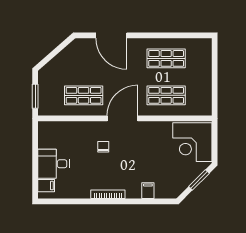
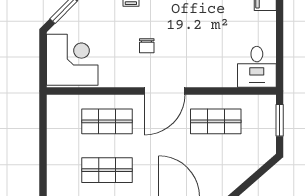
chair: (103, 147) -> (147, 46), moved
desk: (54, 164) -> (257, 67), moved, turned 90

